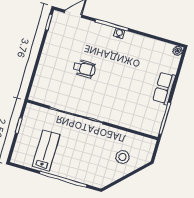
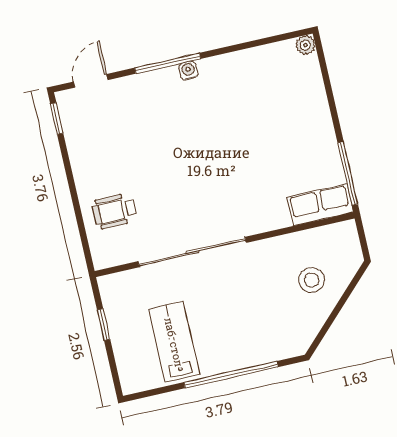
wheelchair: (84, 69) -> (114, 211), moved, turned 180
row of seats: (164, 88) -> (320, 205), moved, turned 90

